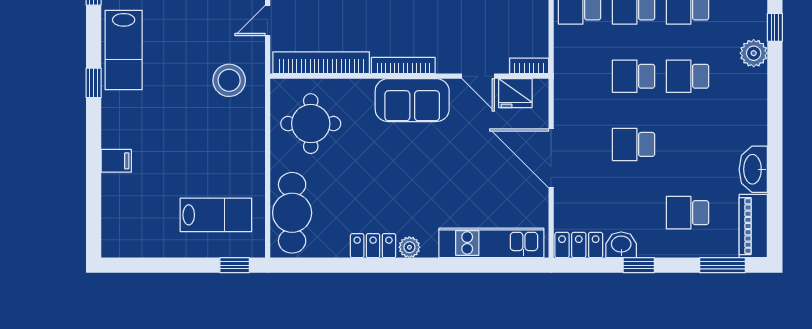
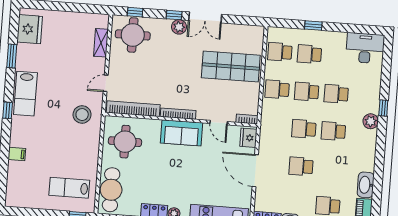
fridge: (515, 93) -> (248, 138), moved, turned 90
lab bench: (216, 215) -> (69, 188), turned 180

